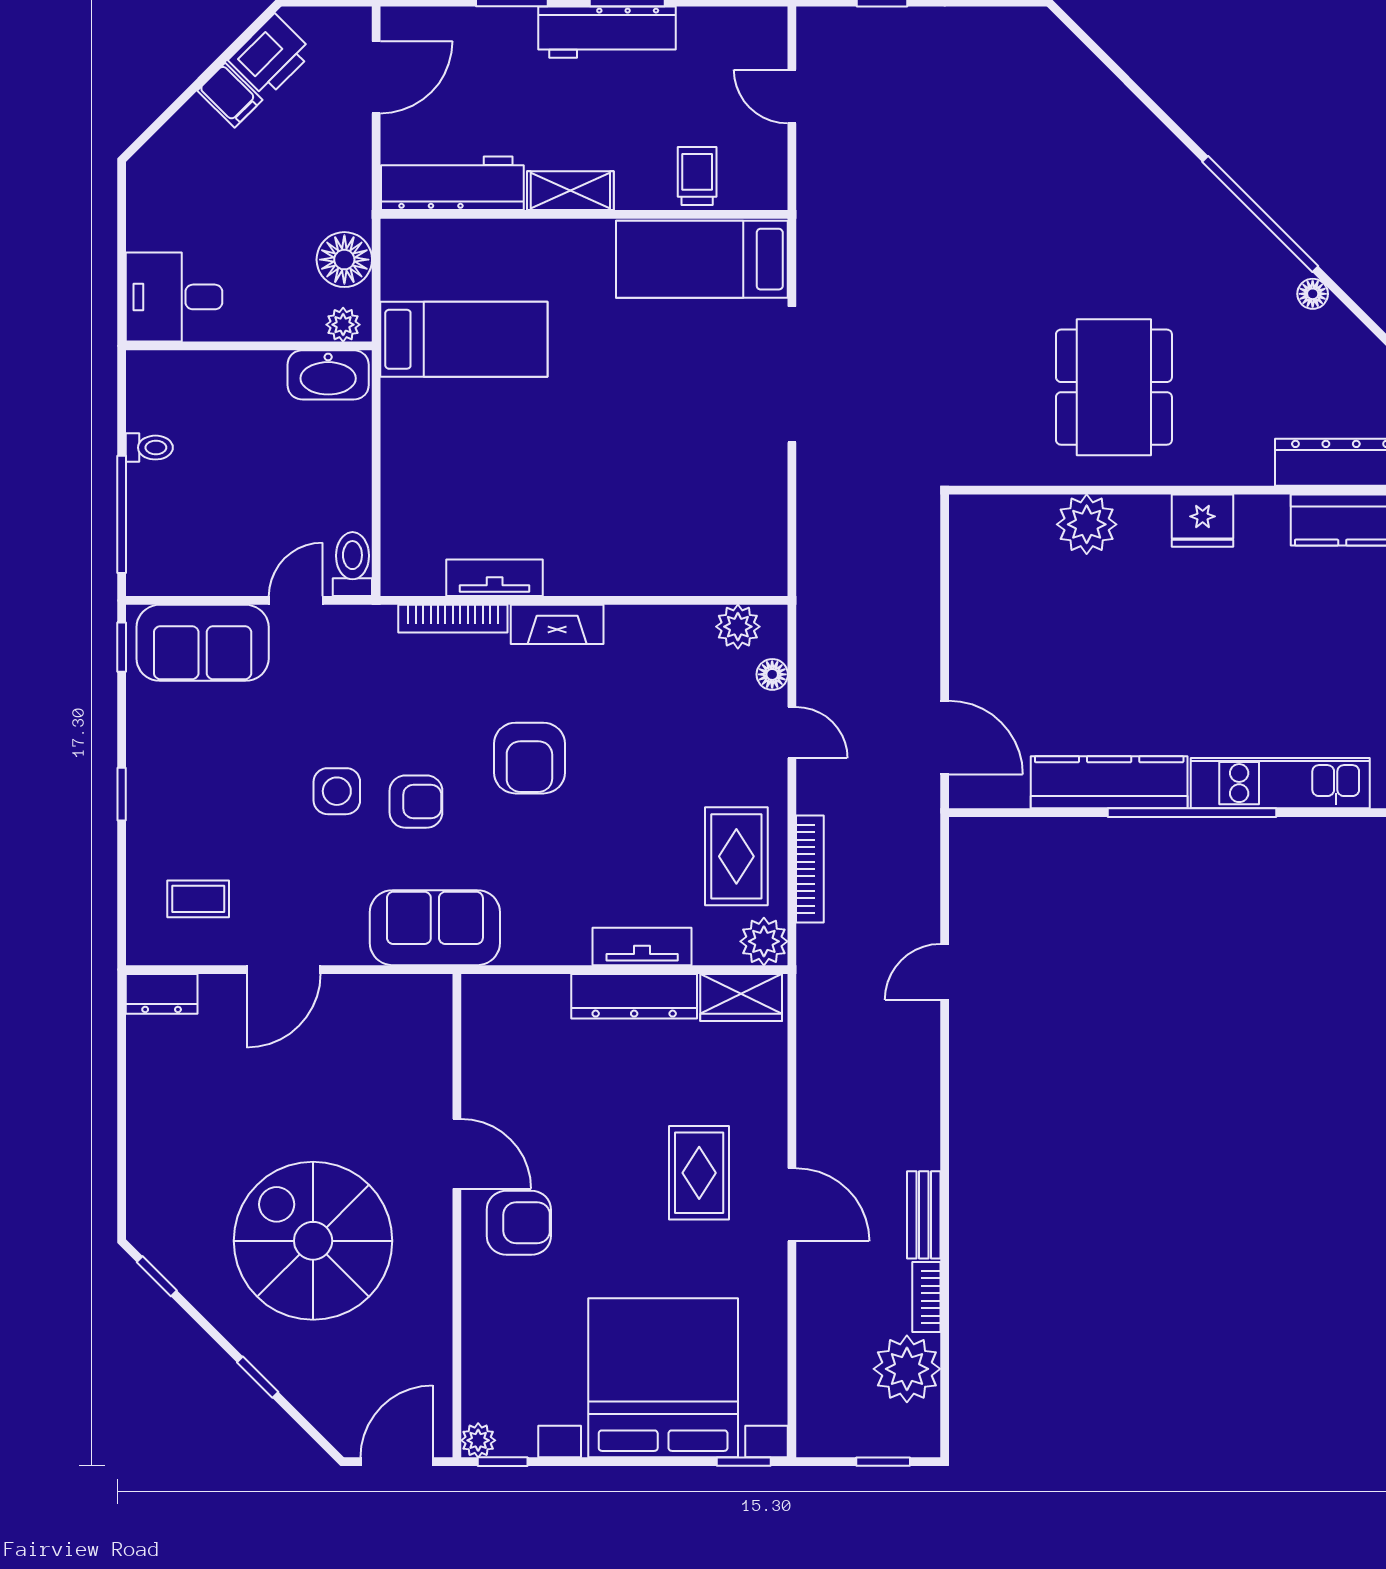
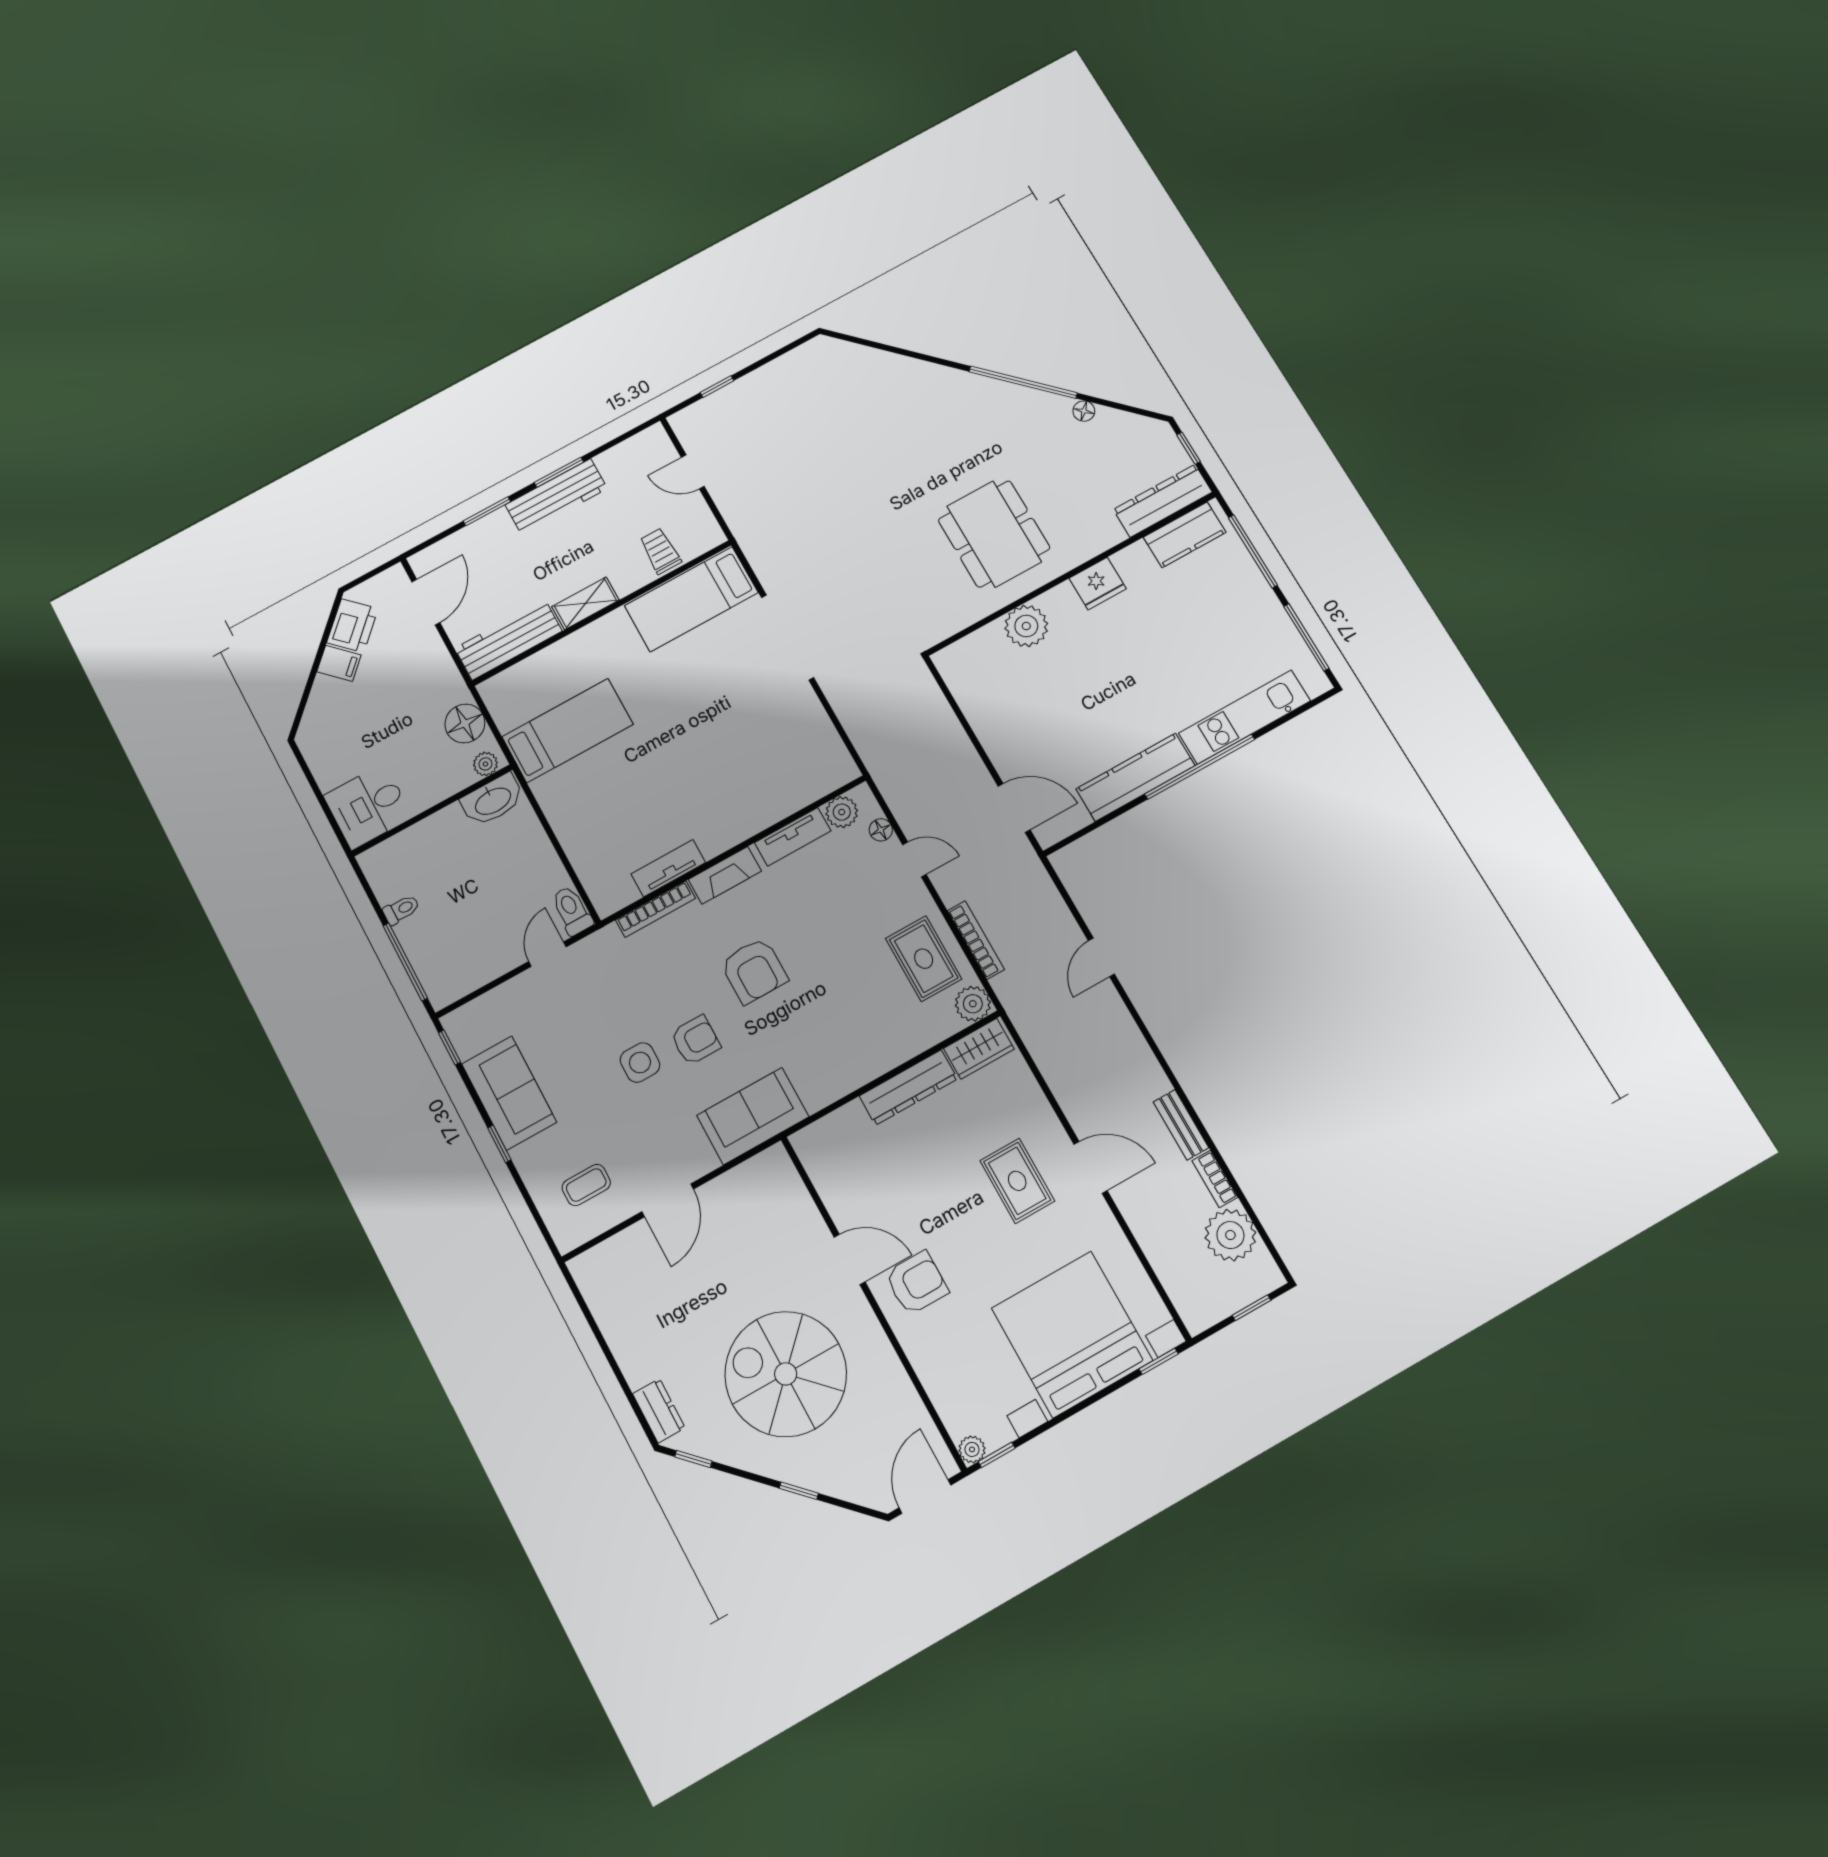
sofa: (203, 643) -> (509, 1093), moved, turned -90
tv unit: (642, 946) -> (793, 837), moved, turned 180
dresser: (162, 994) -> (659, 1411), moved, turned -90

